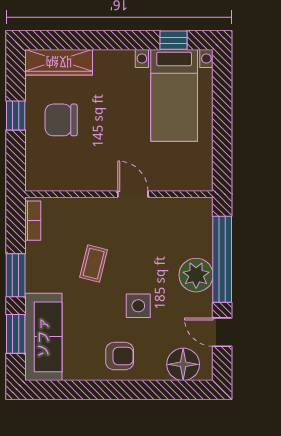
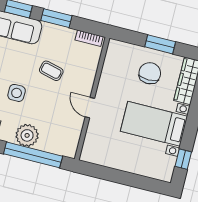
bed with nightstands: (174, 95) -> (154, 124), moved
window: (16, 115) -> (160, 44), width x1.50
door: (133, 194) -> (90, 108), swing flipped

